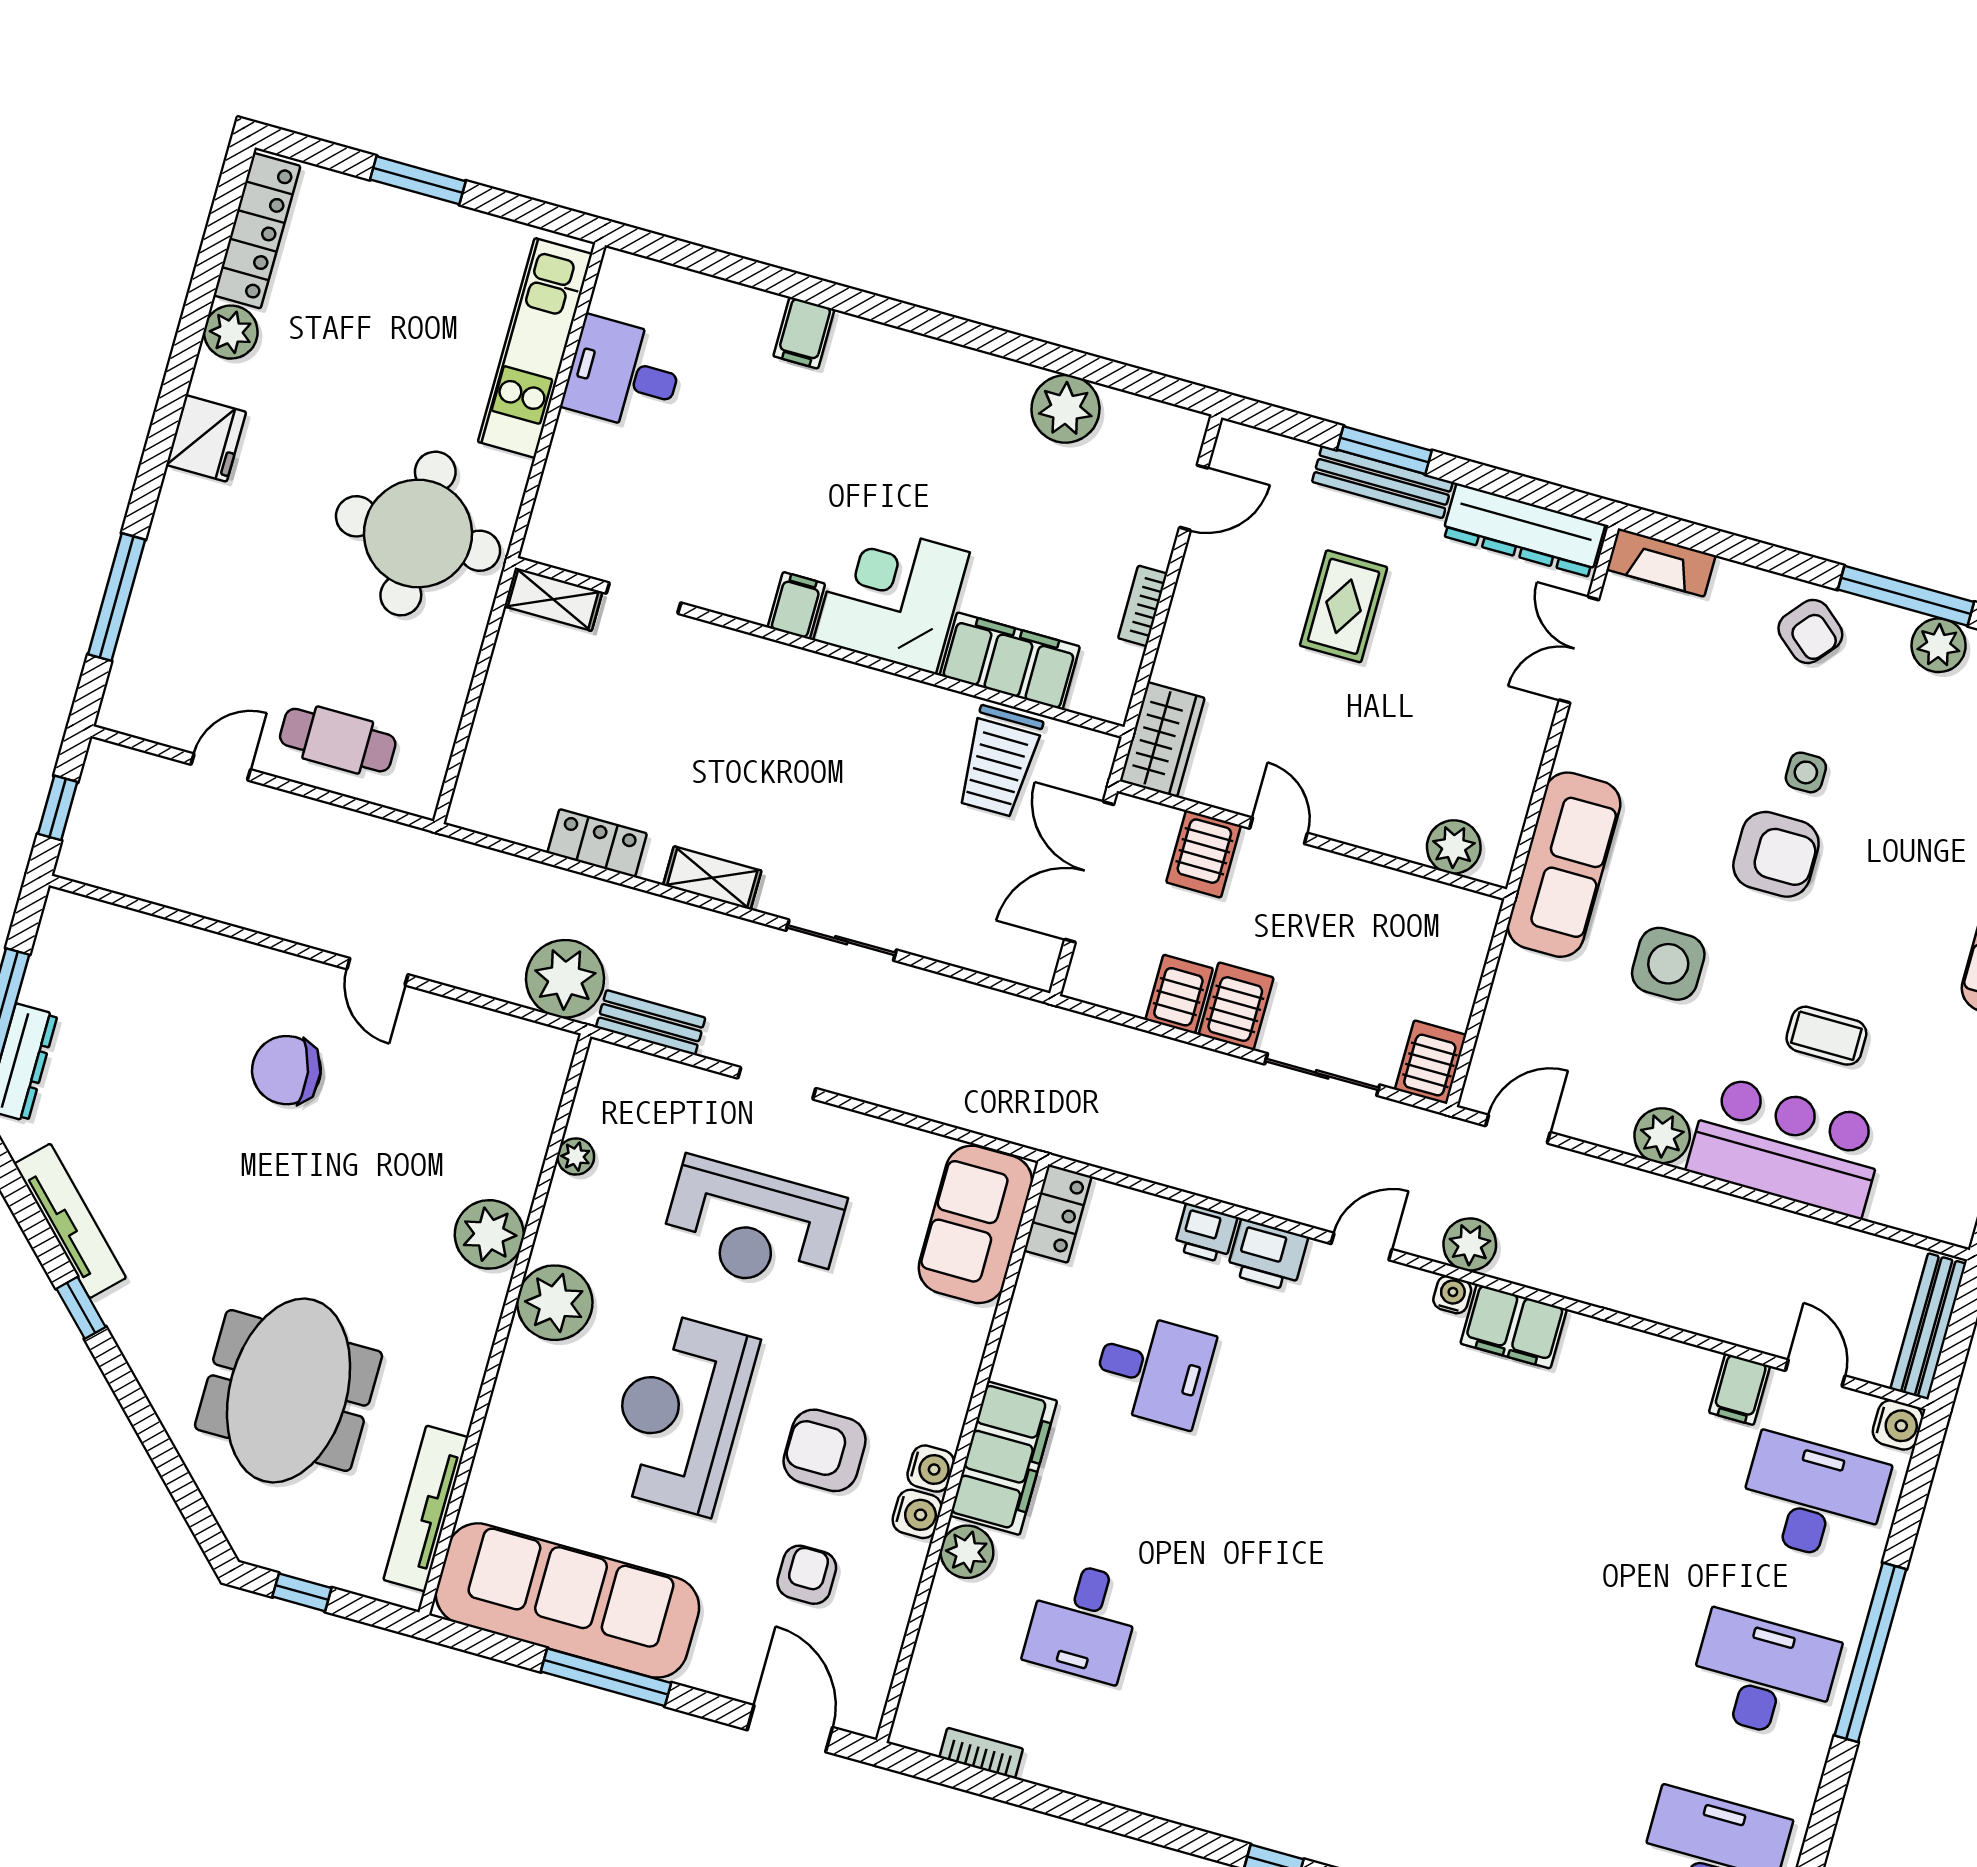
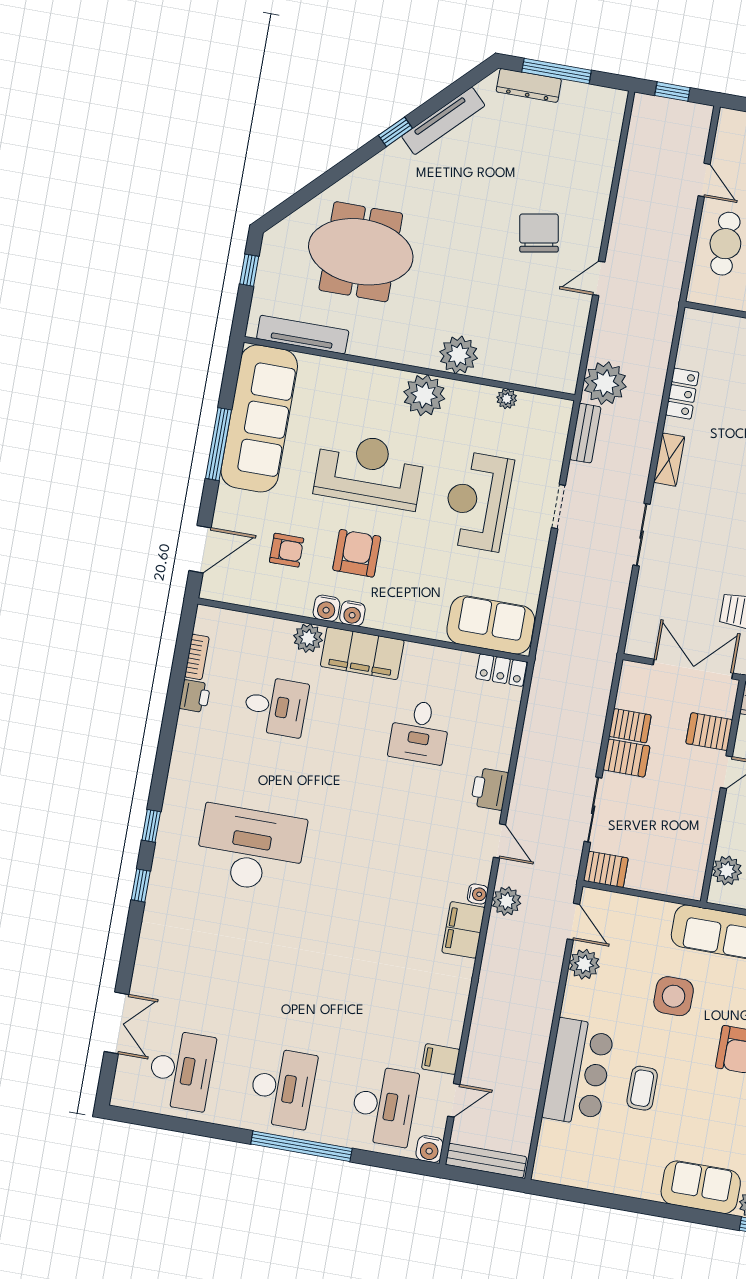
plant: (1662, 1136) -> (584, 964), moved
printer: (1206, 1233) -> (195, 696), moved, turned 180
desk: (1083, 1622) -> (276, 706), turned 180
desk: (1332, 1691) -> (250, 849), added

